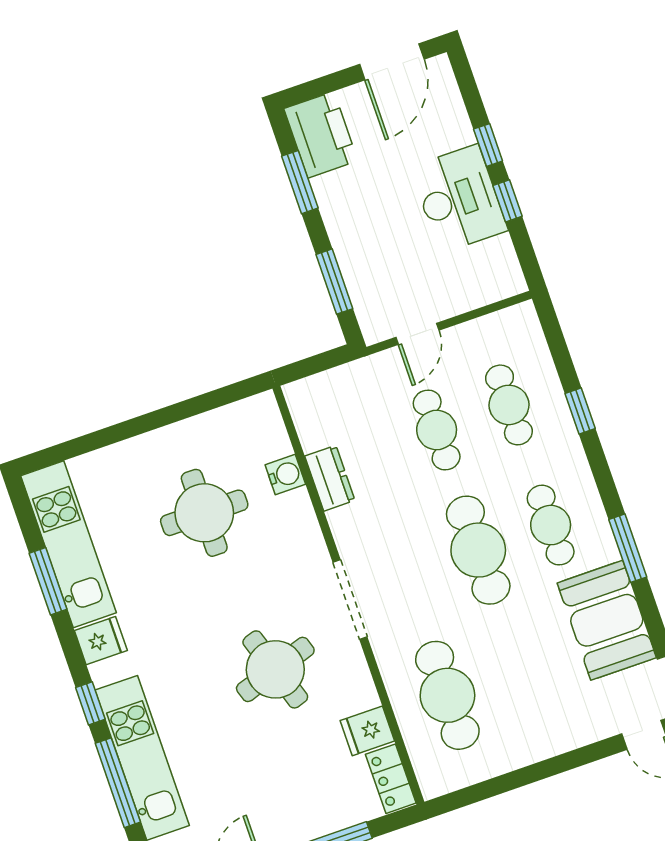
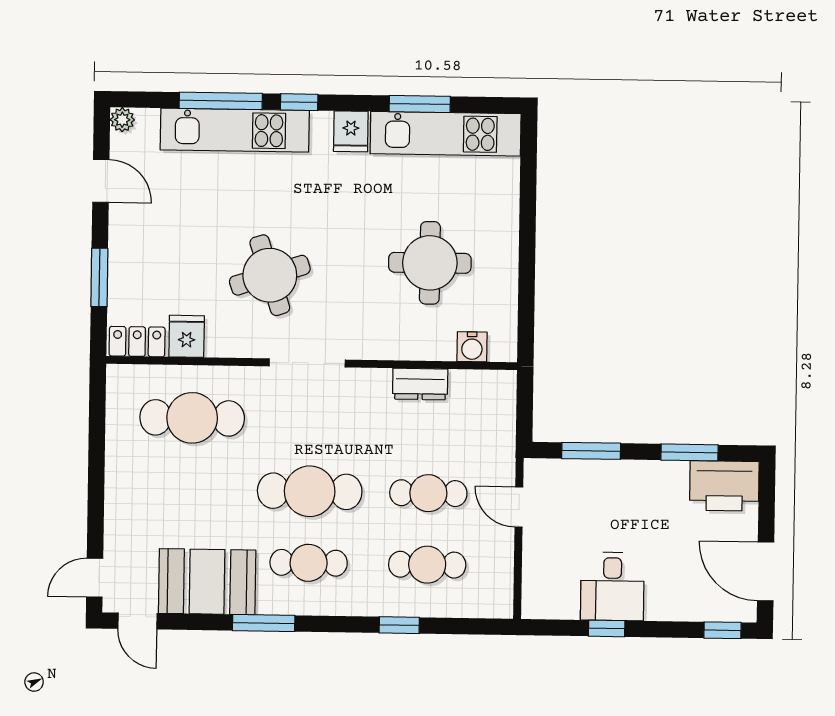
window: (488, 145) -> (722, 630), moved
desk: (459, 199) -> (612, 586), width x0.73
water cooler: (285, 475) -> (472, 347), moved

